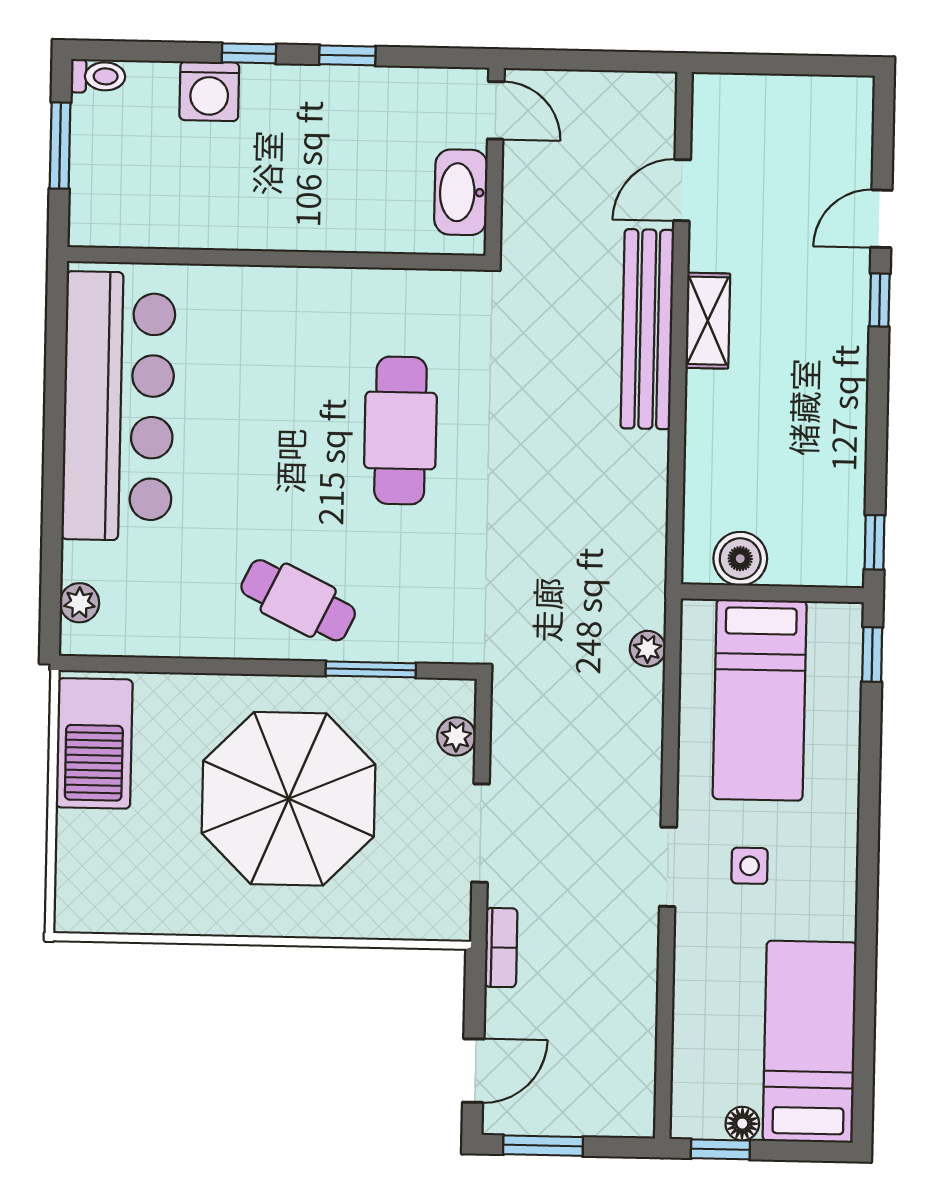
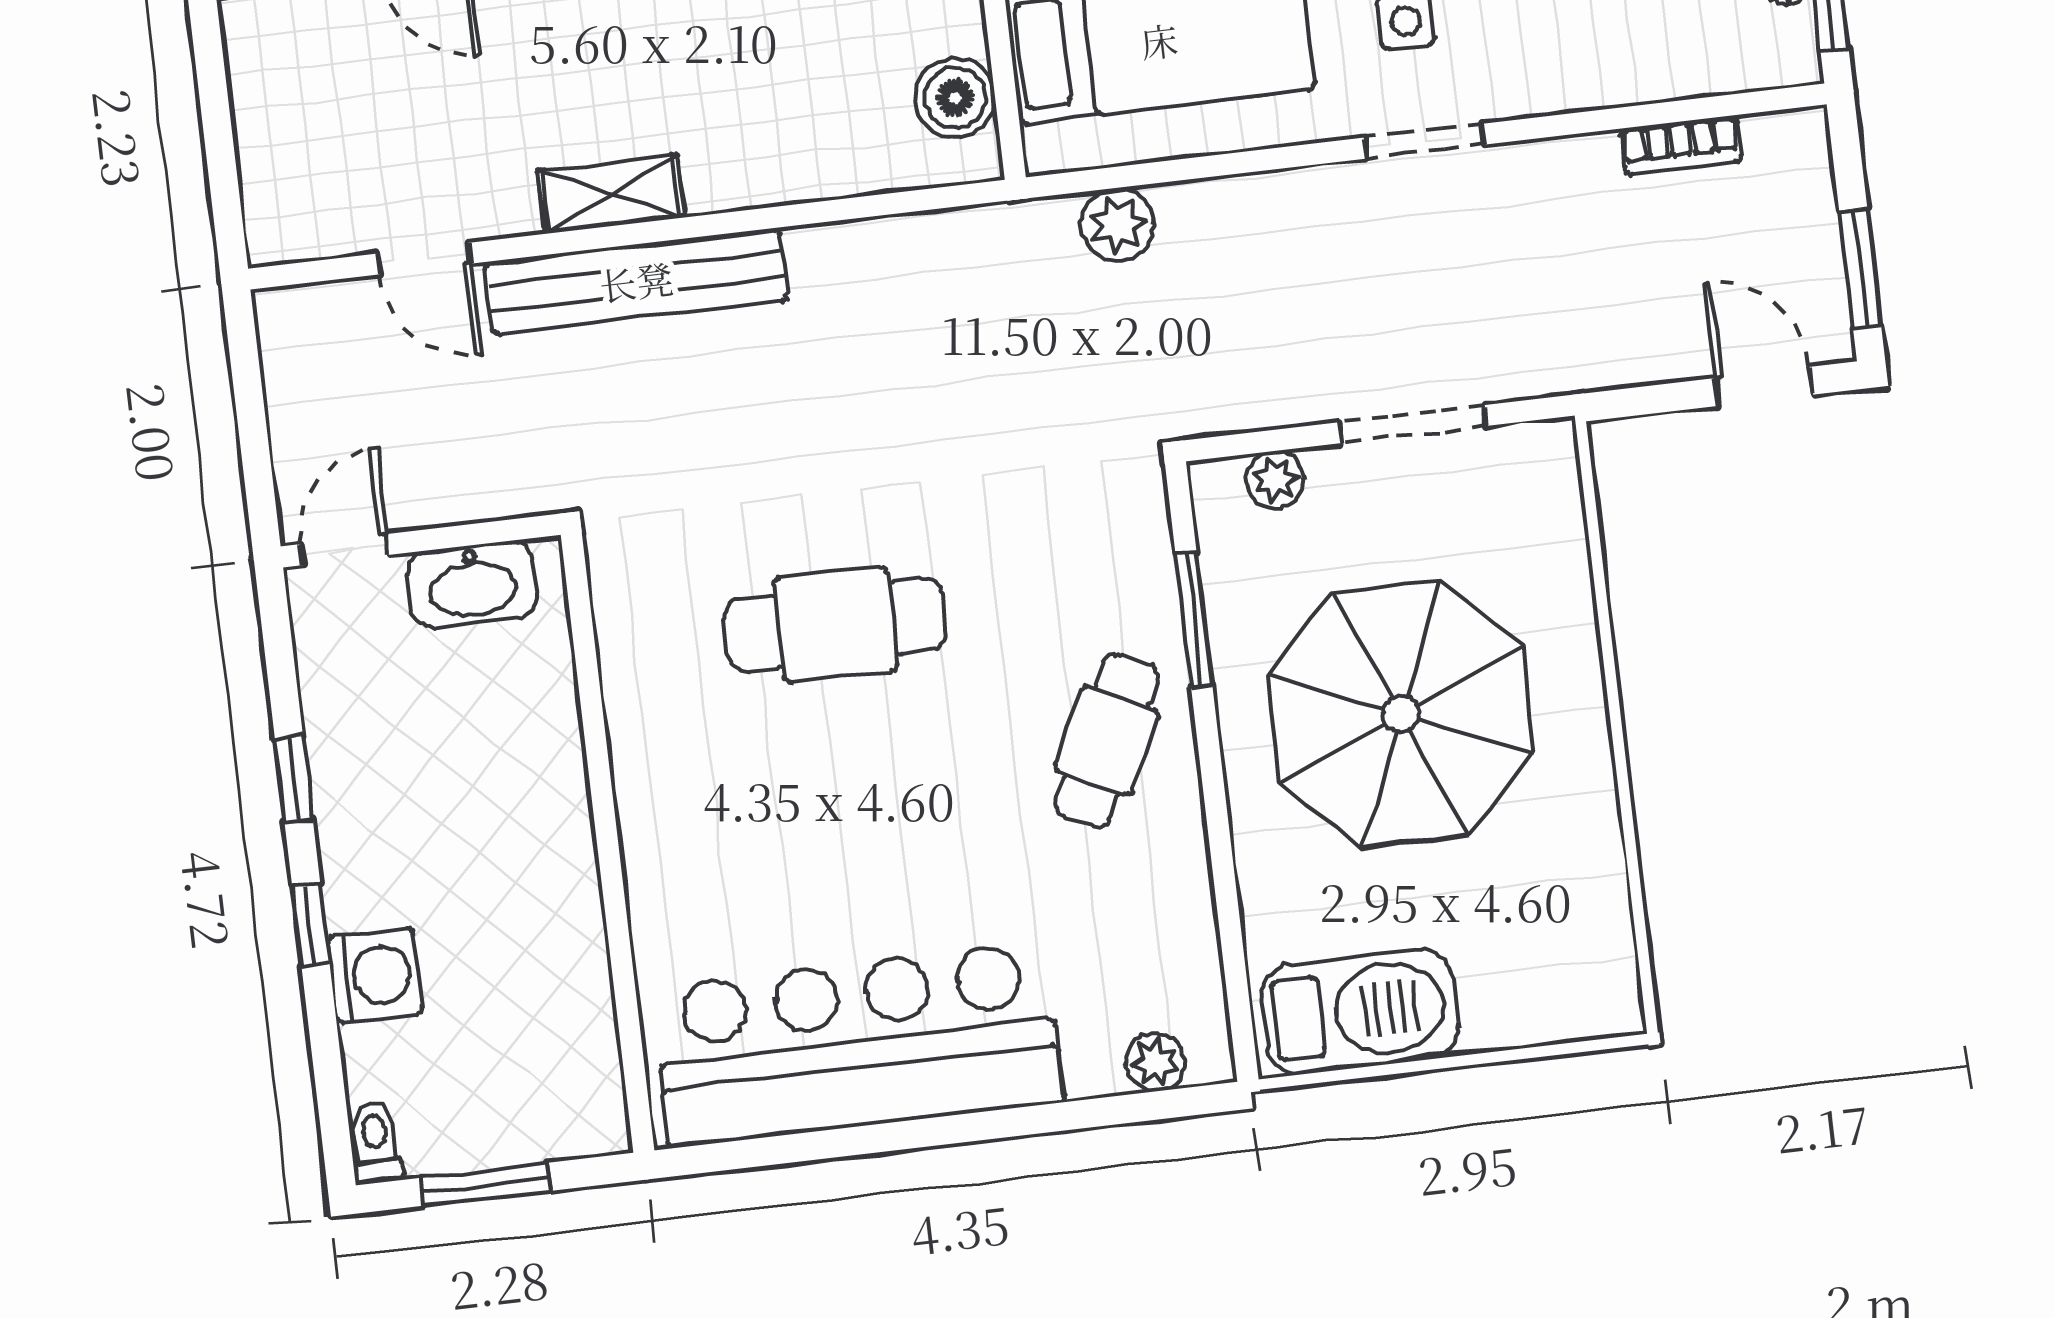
plant: (648, 649) -> (1118, 224), width x1.38, depth x1.38
bookcase: (501, 948) -> (1680, 145), moved, turned 180

